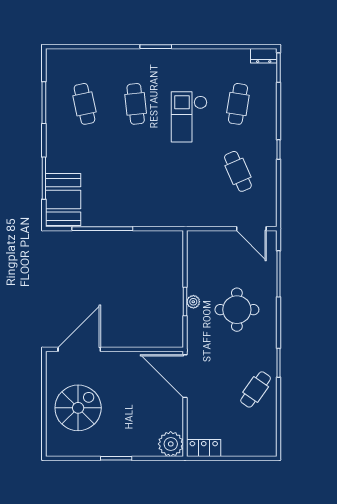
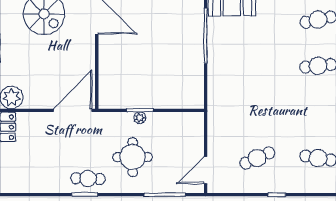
checkout: (189, 117) -> (306, 114), removed
cafe table: (256, 389) -> (88, 179), moved, turned -33

